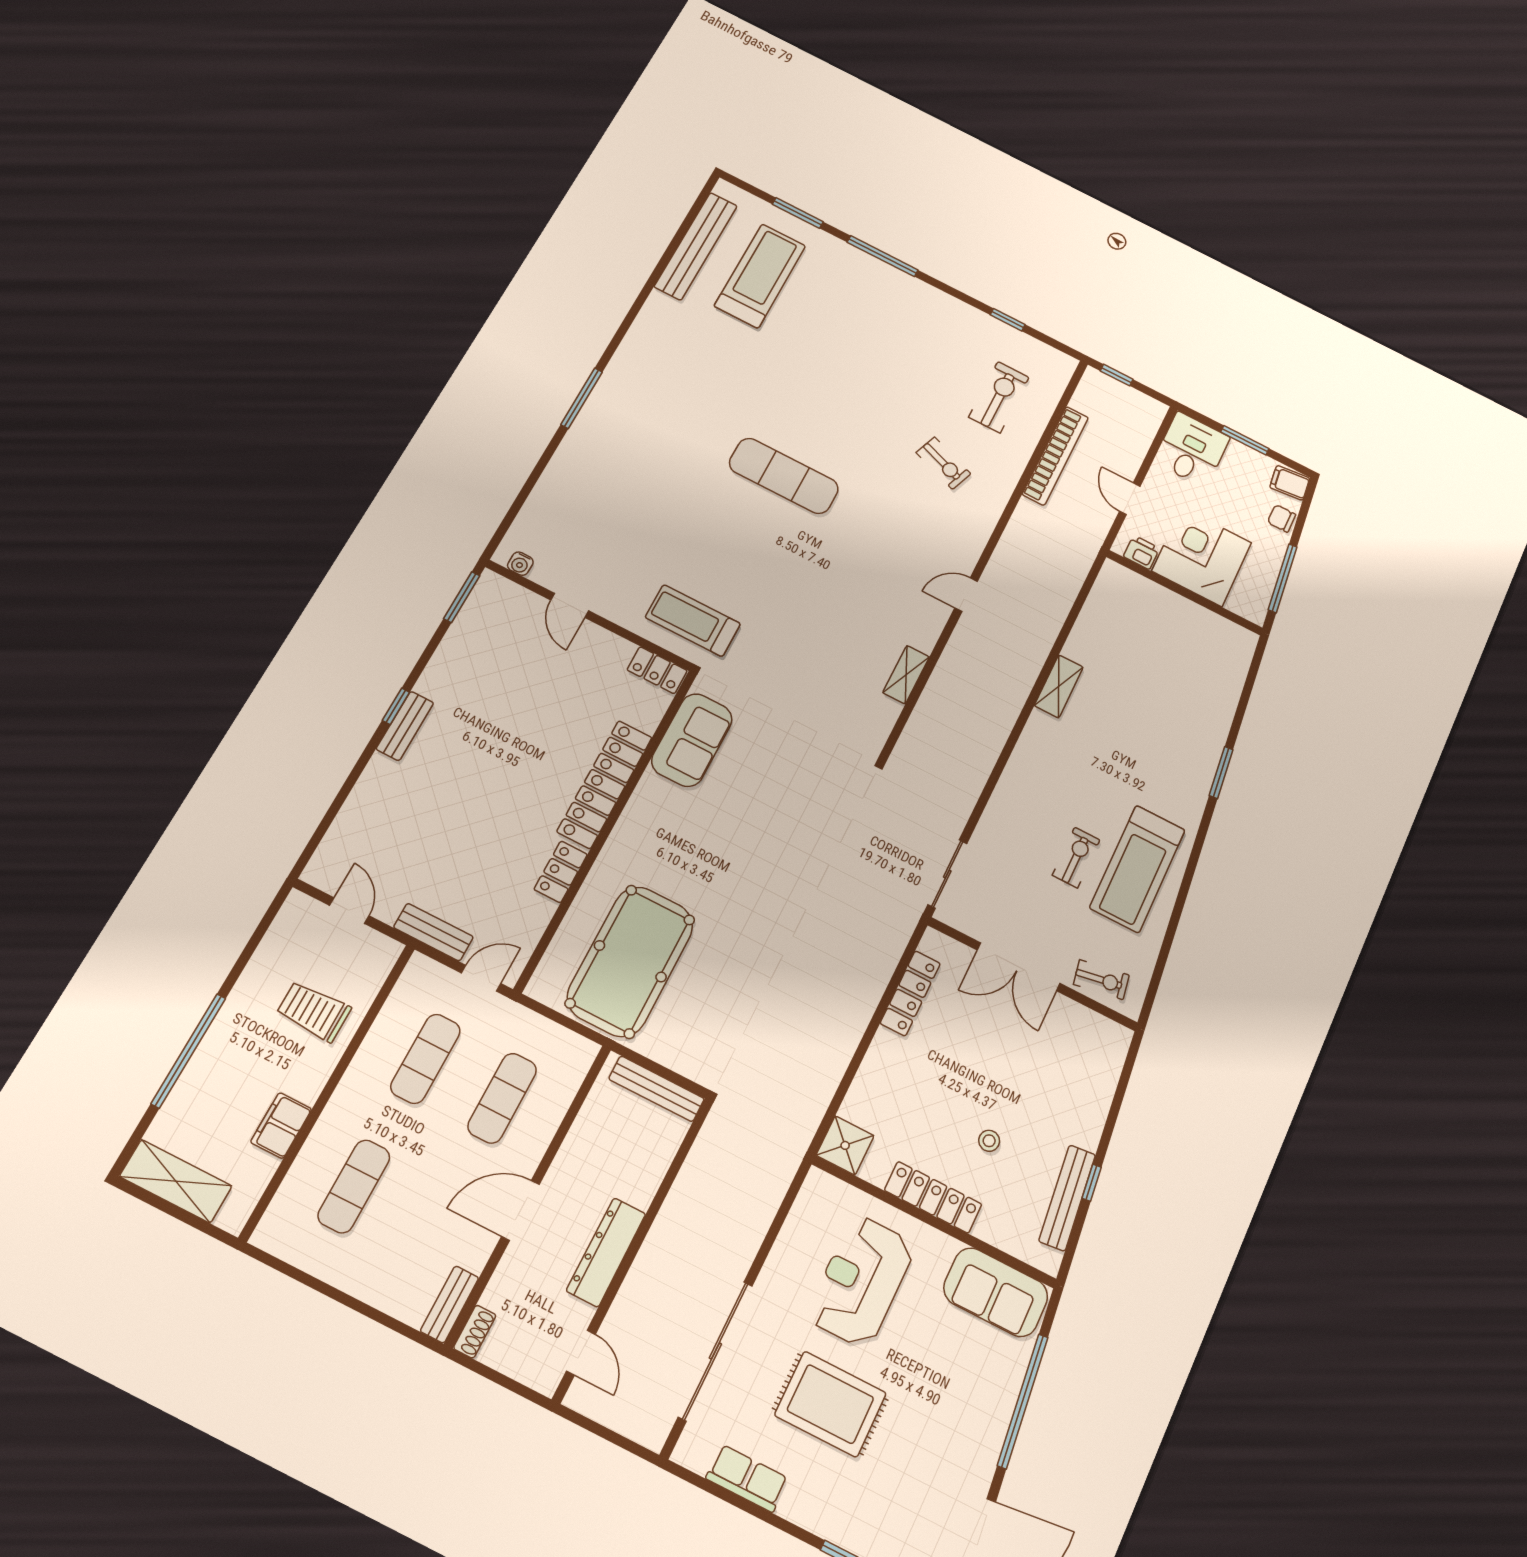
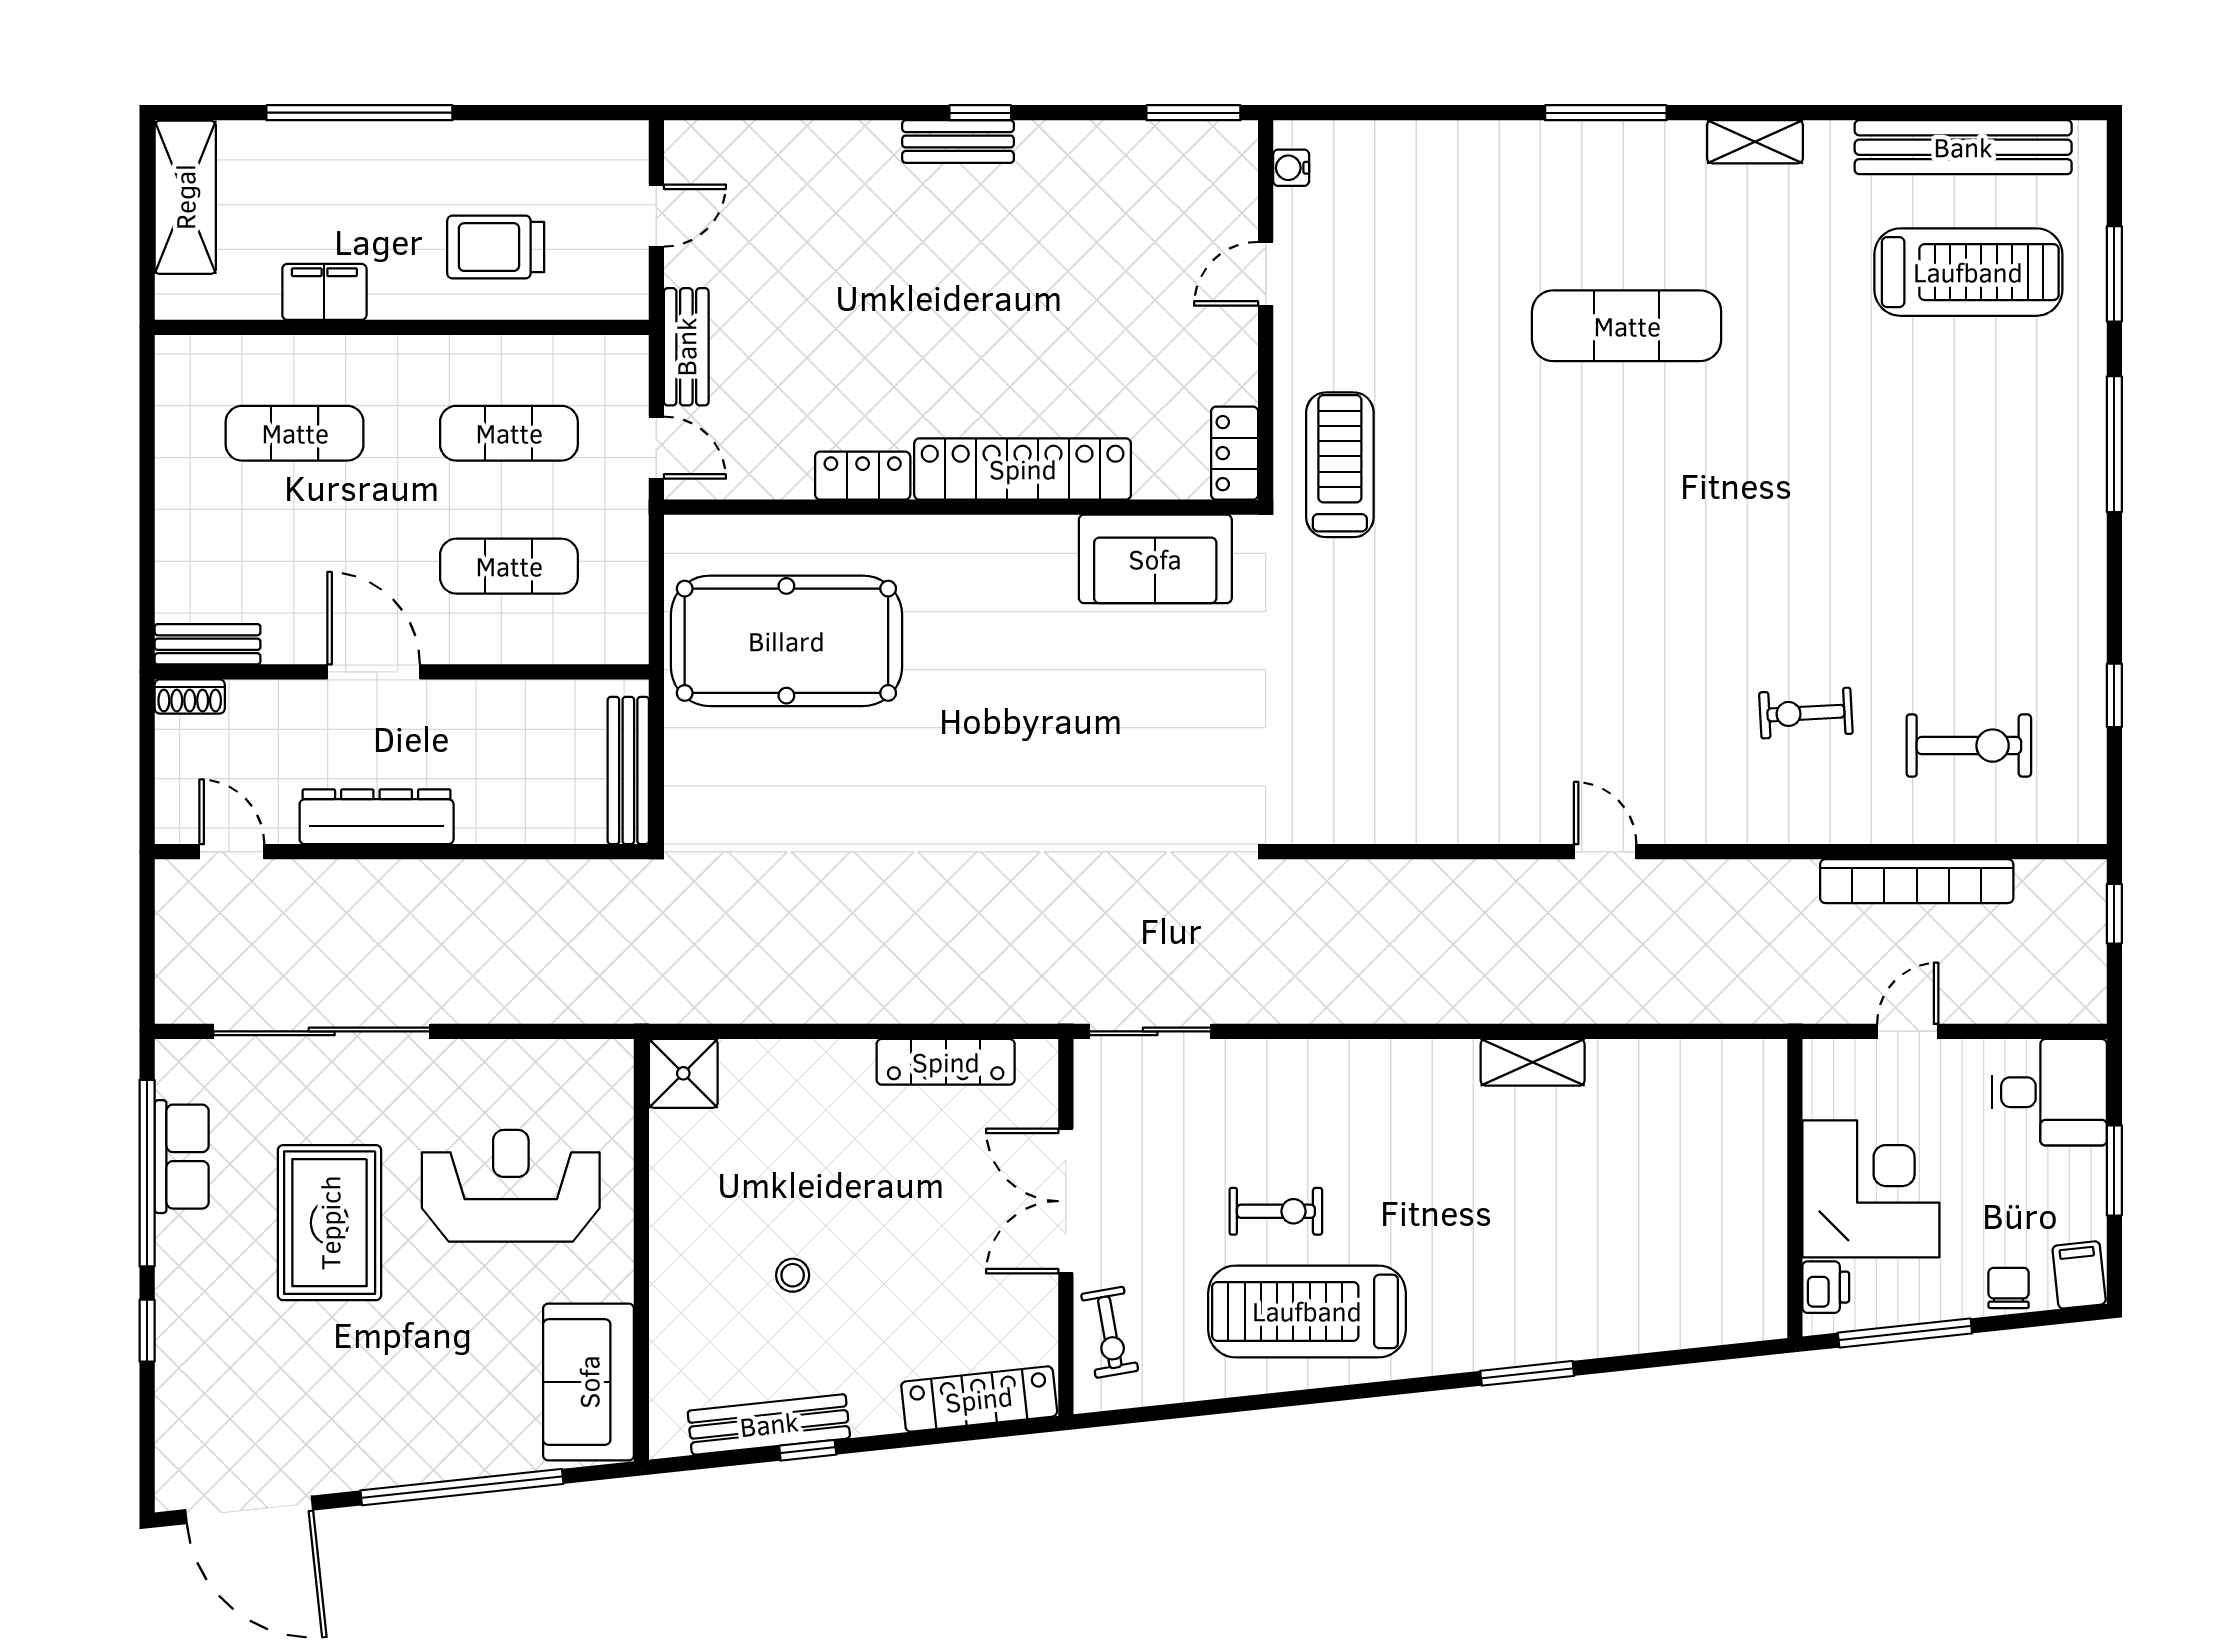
exercise bike: (943, 463) -> (1806, 713), turned 67
exercise mat: (784, 476) -> (1627, 326), moved, turned 90
printer: (1141, 552) -> (1826, 1287), moved
shelving: (906, 675) -> (1755, 142), moved
trolley: (314, 1011) -> (496, 247), turned -90
locker: (933, 1197) -> (979, 1399), moved, turned -96
door: (581, 1353) -> (232, 852), swing flipped
window: (746, 1506) -> (147, 1173), added

